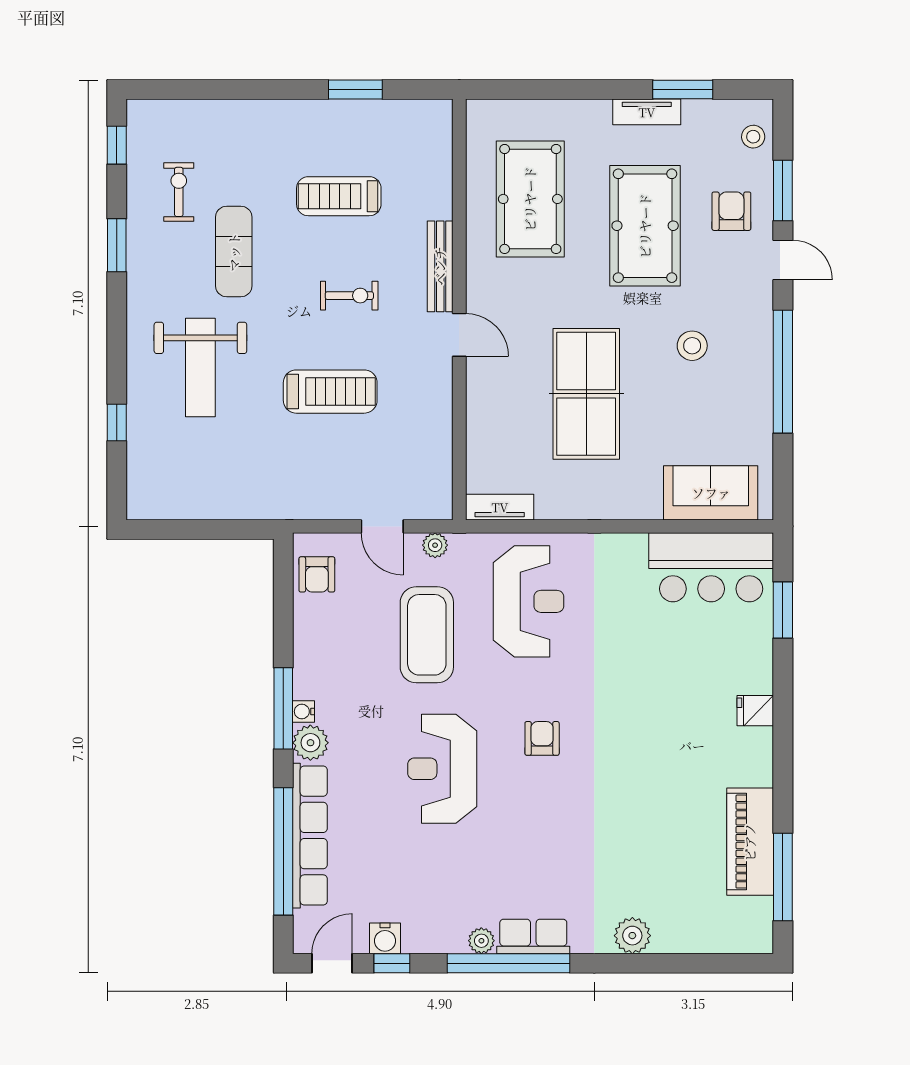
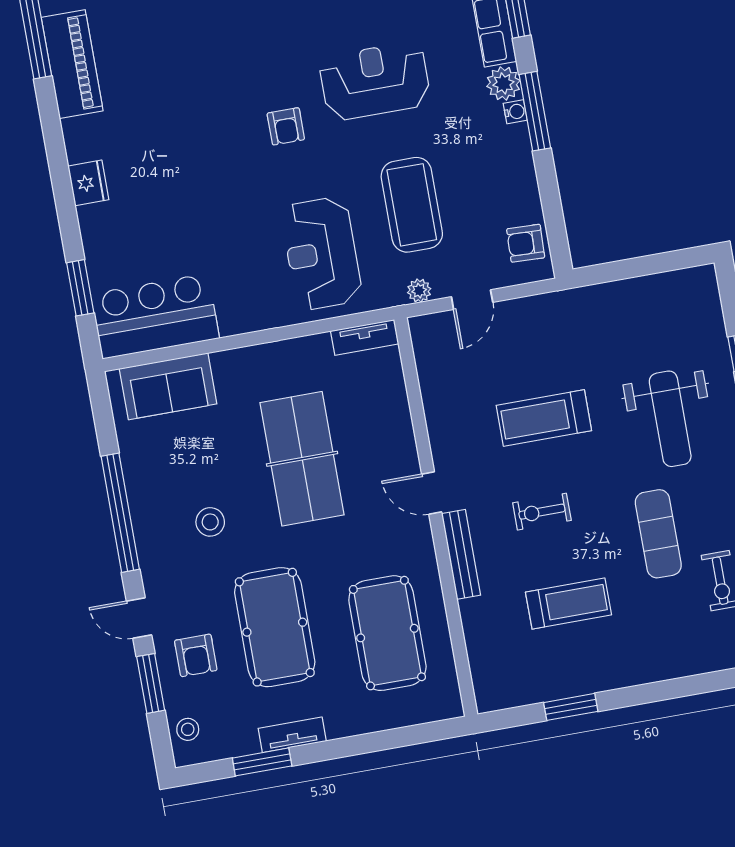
weight bench: (200, 368) -> (670, 419), turned 180
door: (382, 526) -> (472, 300), swing flipped
armchair: (317, 574) -> (526, 243), turned -88
fridge: (755, 711) -> (88, 183), width x1.38
reception desk: (442, 769) -> (375, 81), turned -90

